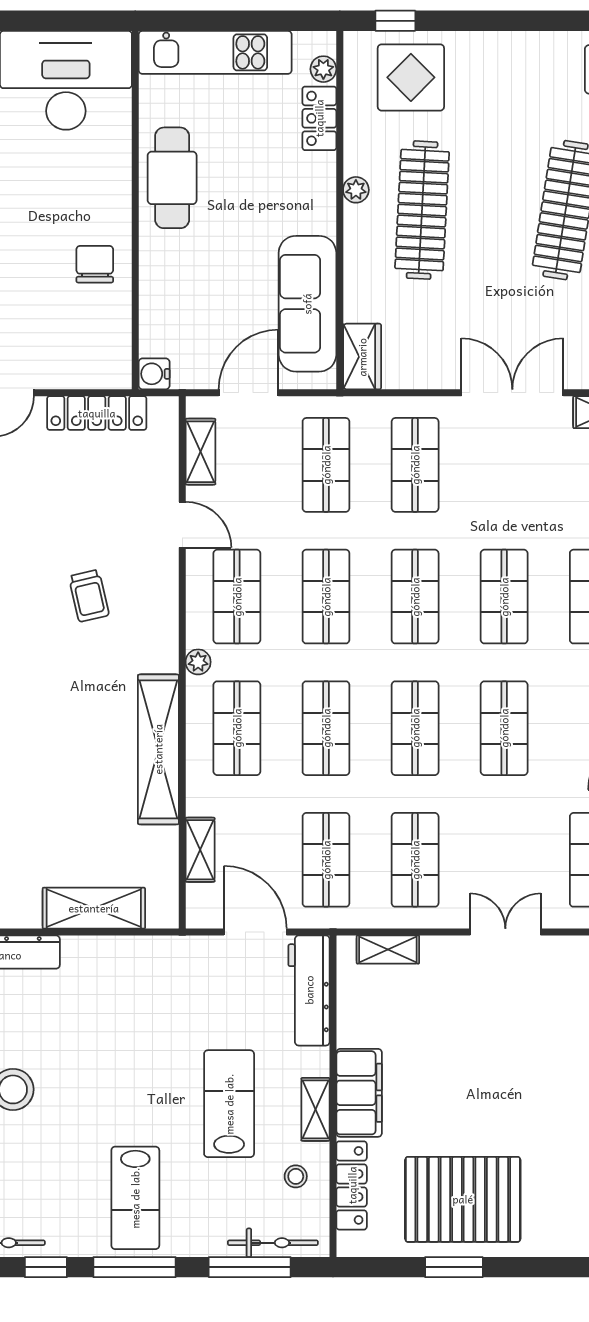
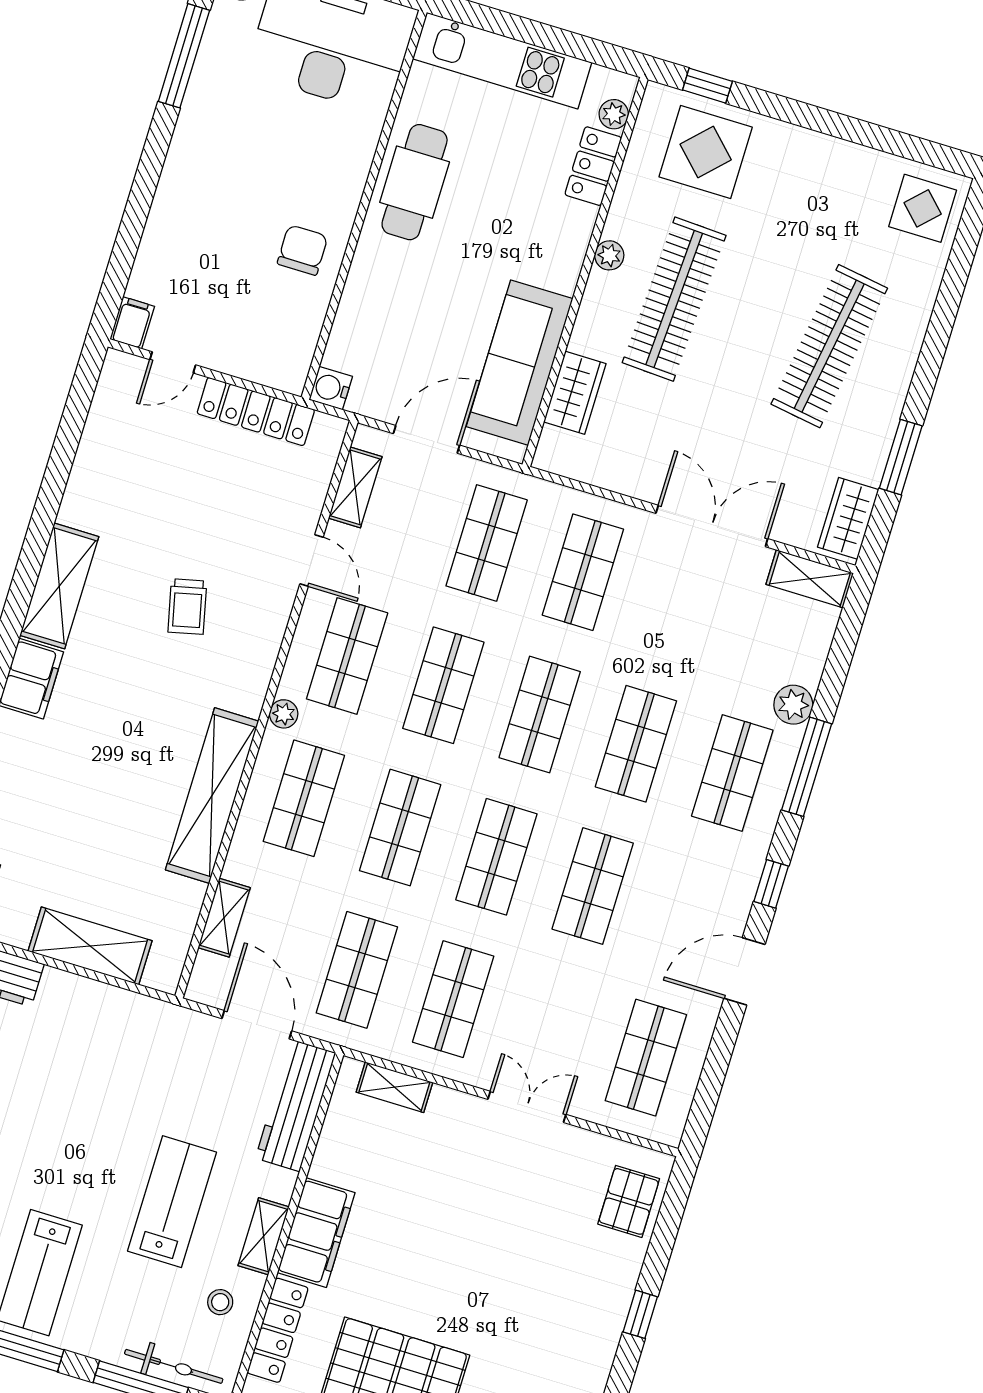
wardrobe: (362, 357) -> (575, 393), moved

